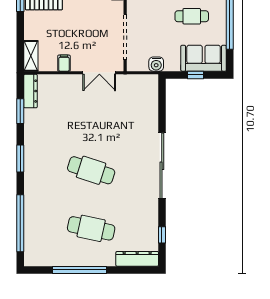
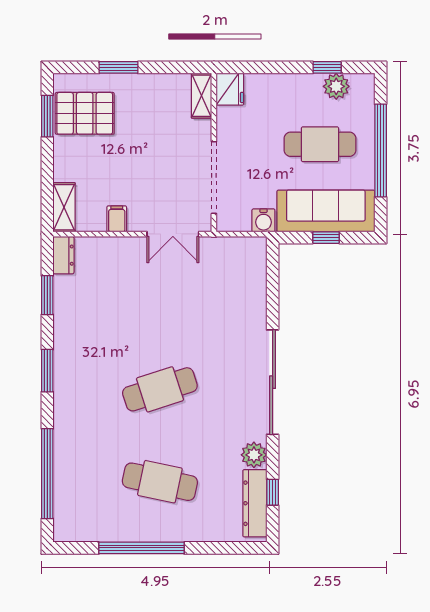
cafe table: (192, 16) -> (320, 144), width x1.37, depth x1.35
sofa: (204, 58) -> (326, 211), width x1.36
dresser: (31, 91) -> (64, 255), width x0.70
cafe table: (91, 170) -> (160, 389), turned -36
plant: (150, 211) -> (254, 455), added
dresser: (137, 259) -> (255, 503), moved, turned -90

